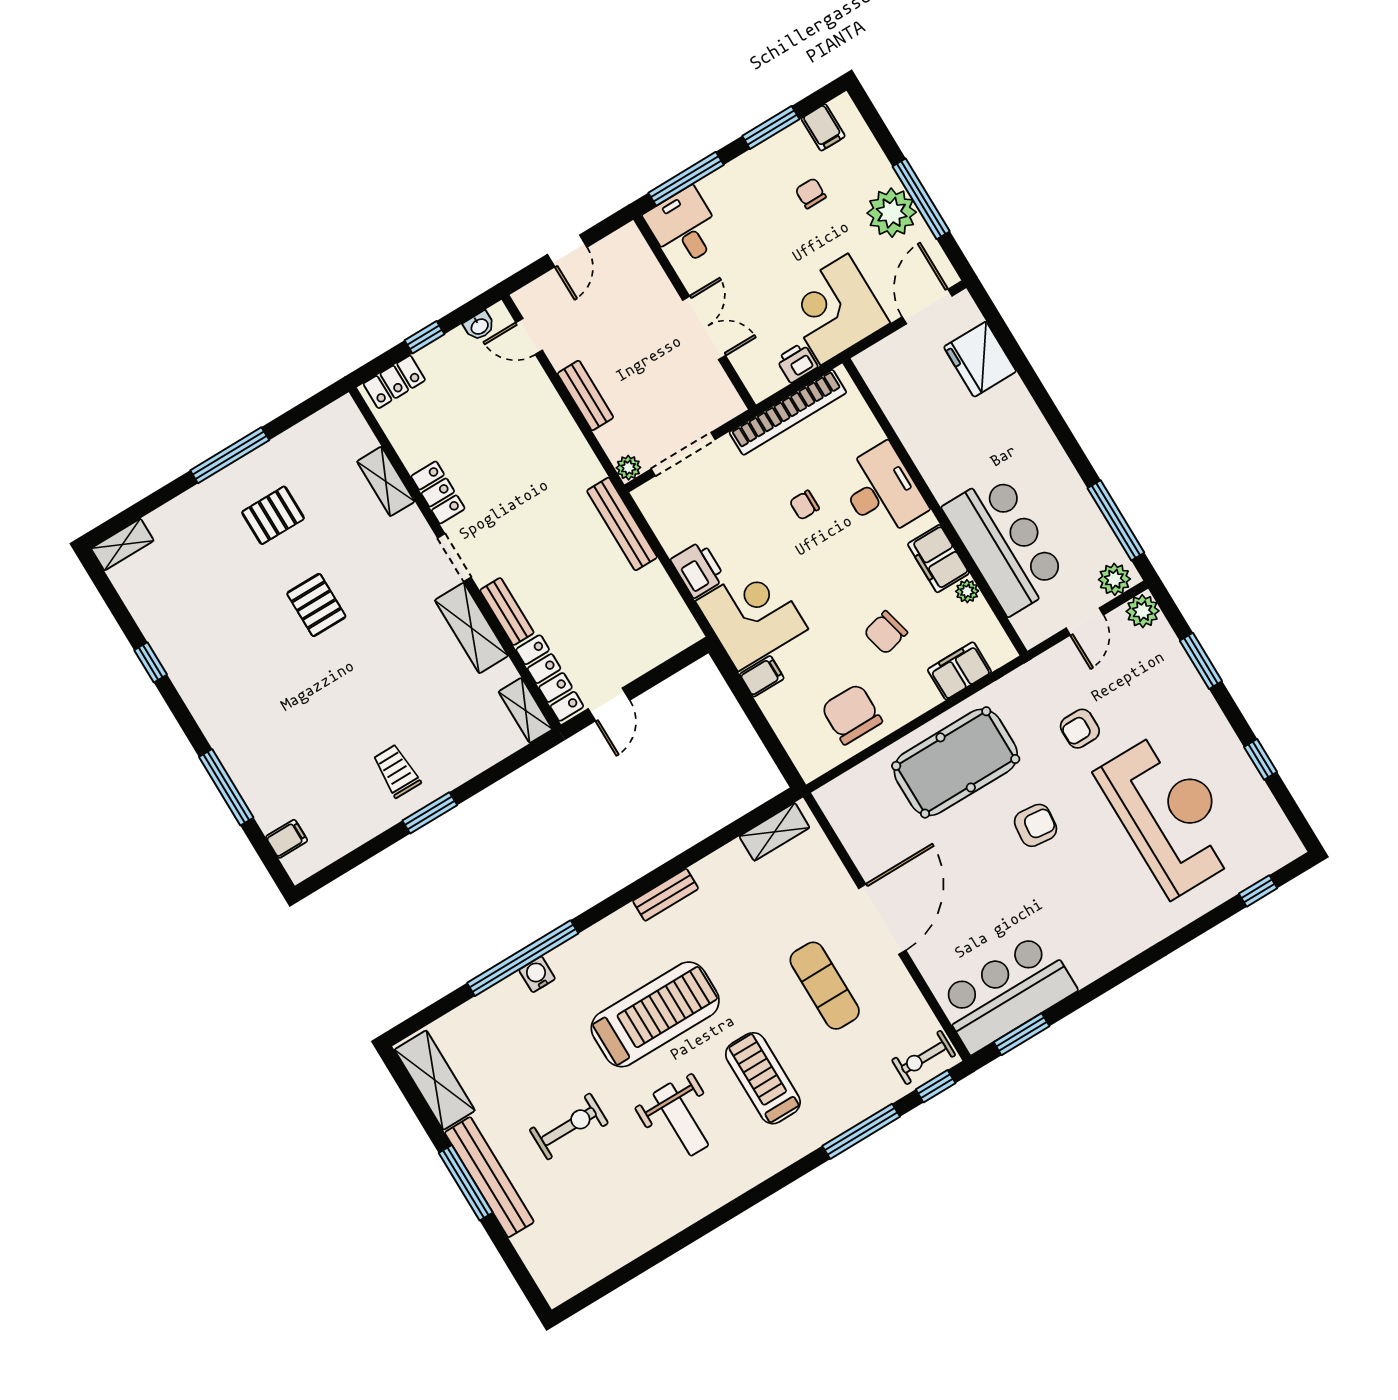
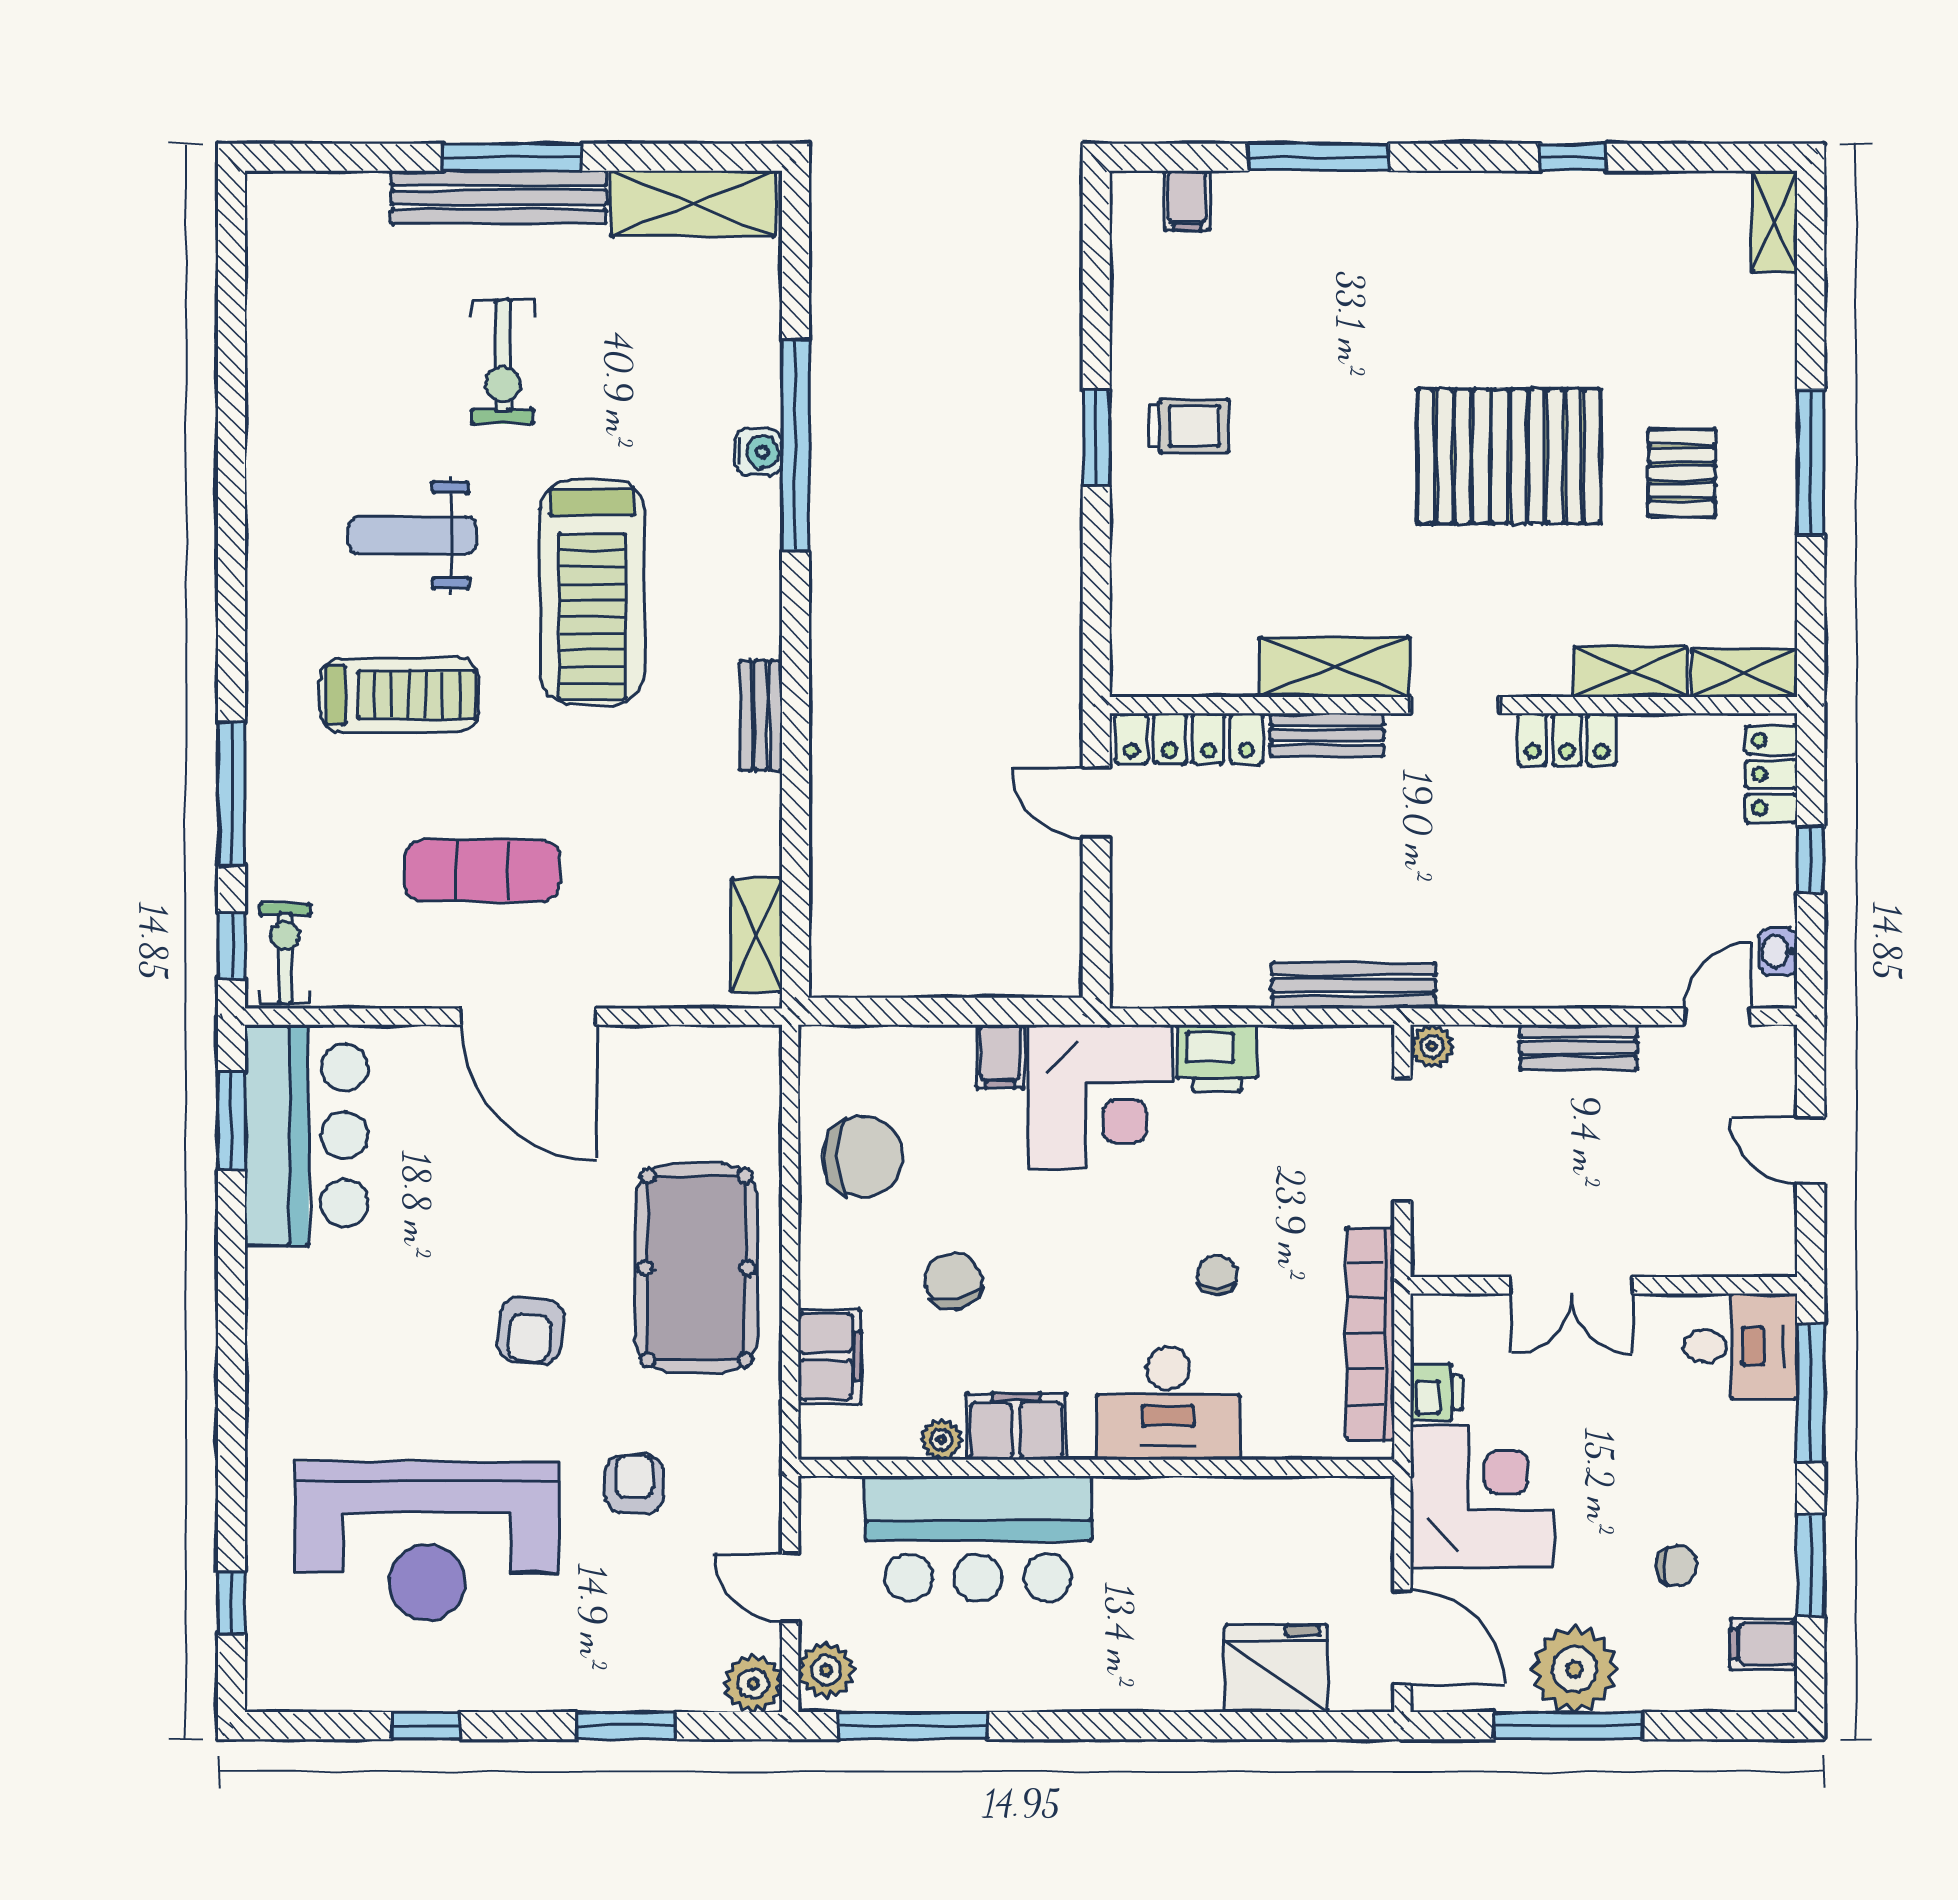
pallet: (316, 605) -> (1509, 456), width x2.05, depth x2.00
shelving: (526, 710) -> (1744, 673), moved

